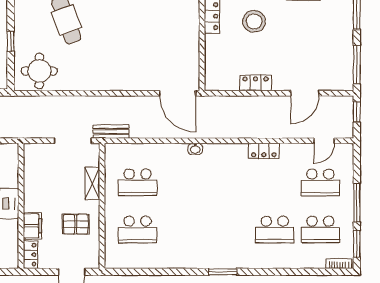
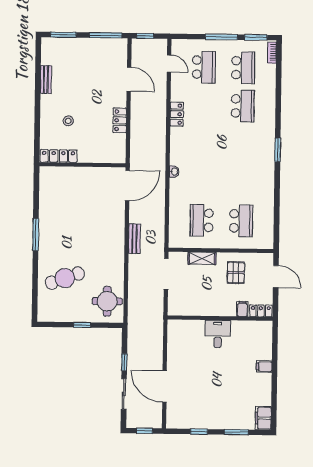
stool: (254, 21) -> (68, 121), width x0.53, depth x0.53
bench: (111, 132) -> (134, 239), moved
school desk: (138, 182) -> (202, 220), turned 180
filing cabinet: (32, 226) -> (242, 309), width x0.50

